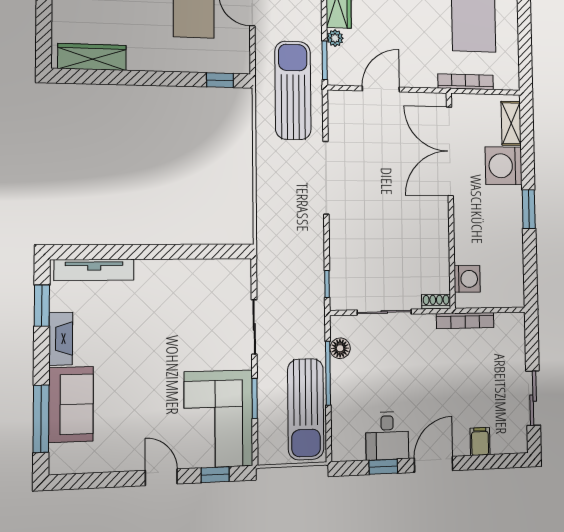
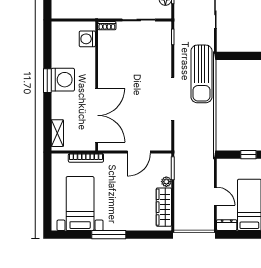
window: (220, 80) -> (248, 155), moved
sun lounger: (293, 90) -> (202, 74), moved
washing machine: (504, 166) -> (63, 80), moved
bookcase: (465, 321) -> (89, 14), removed

